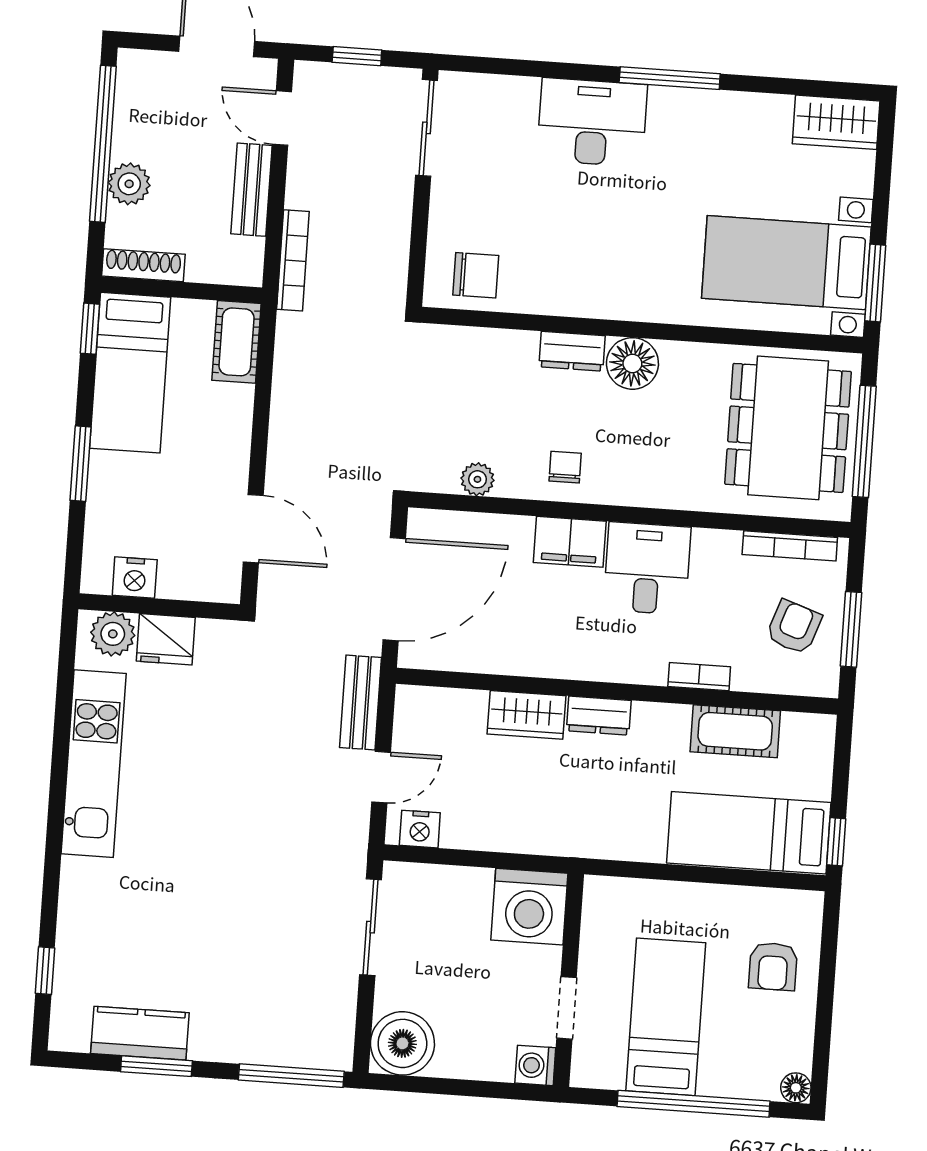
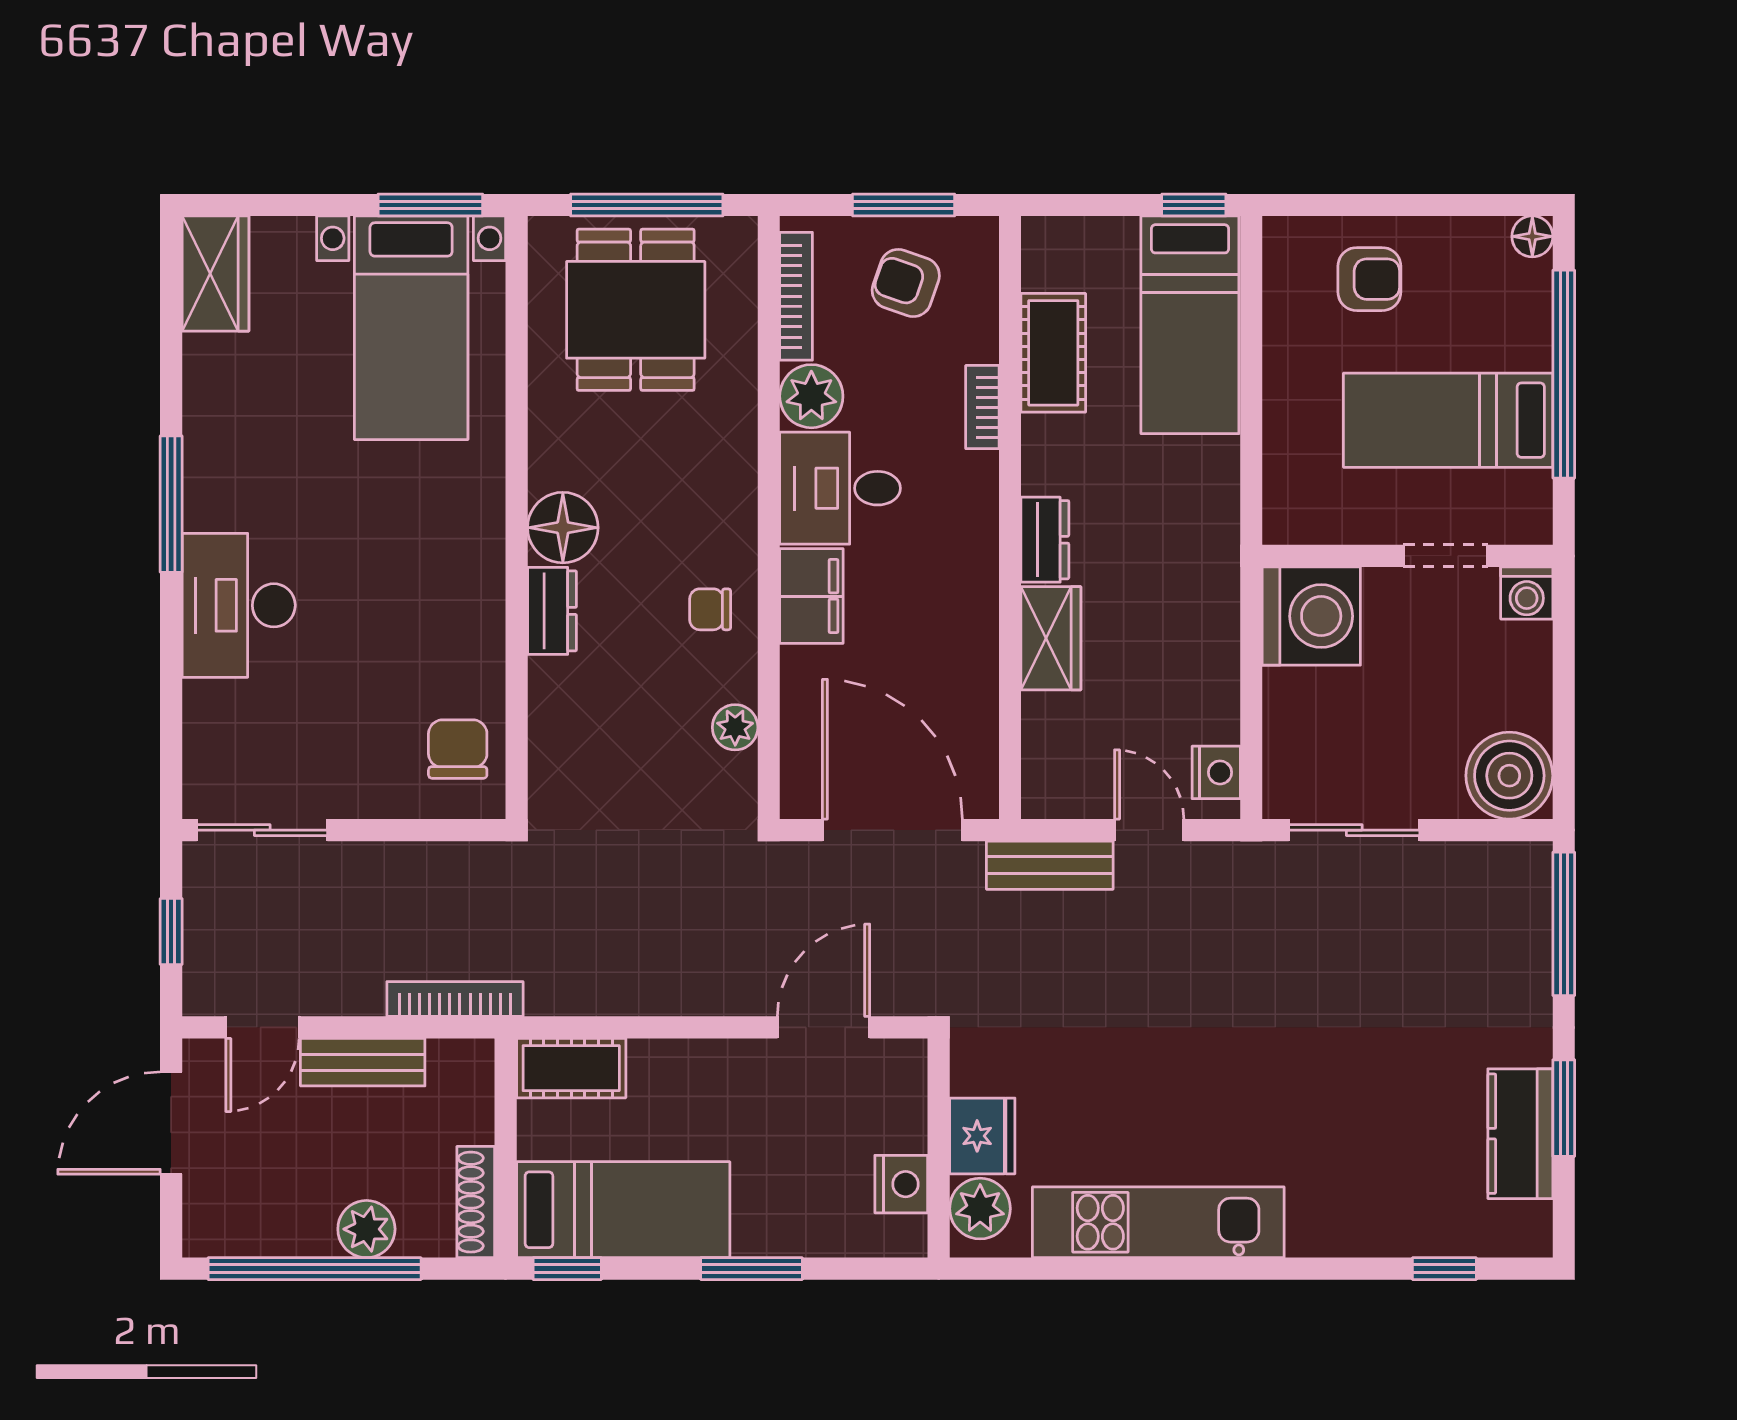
dining table: (788, 428) -> (636, 310), width x0.73
plant: (716, 552) -> (811, 396), added

